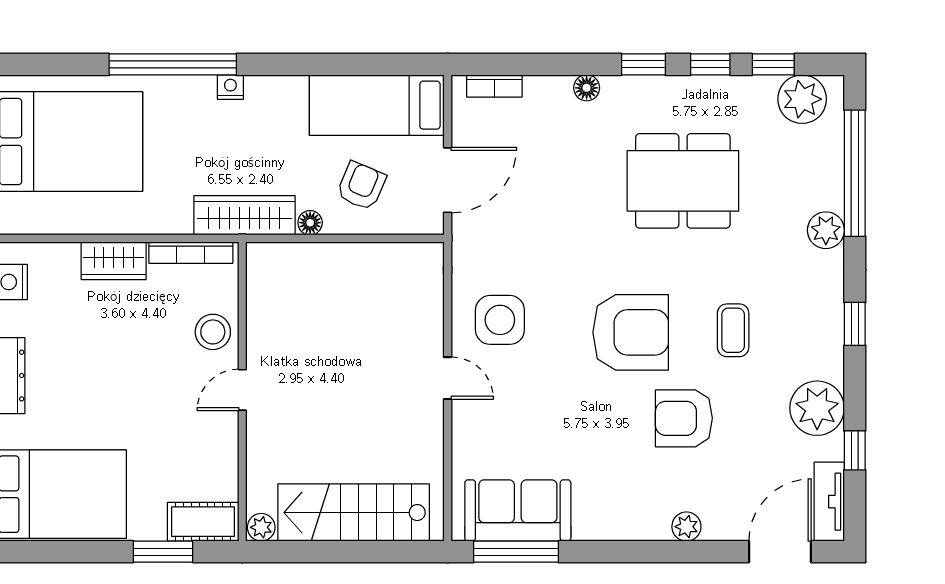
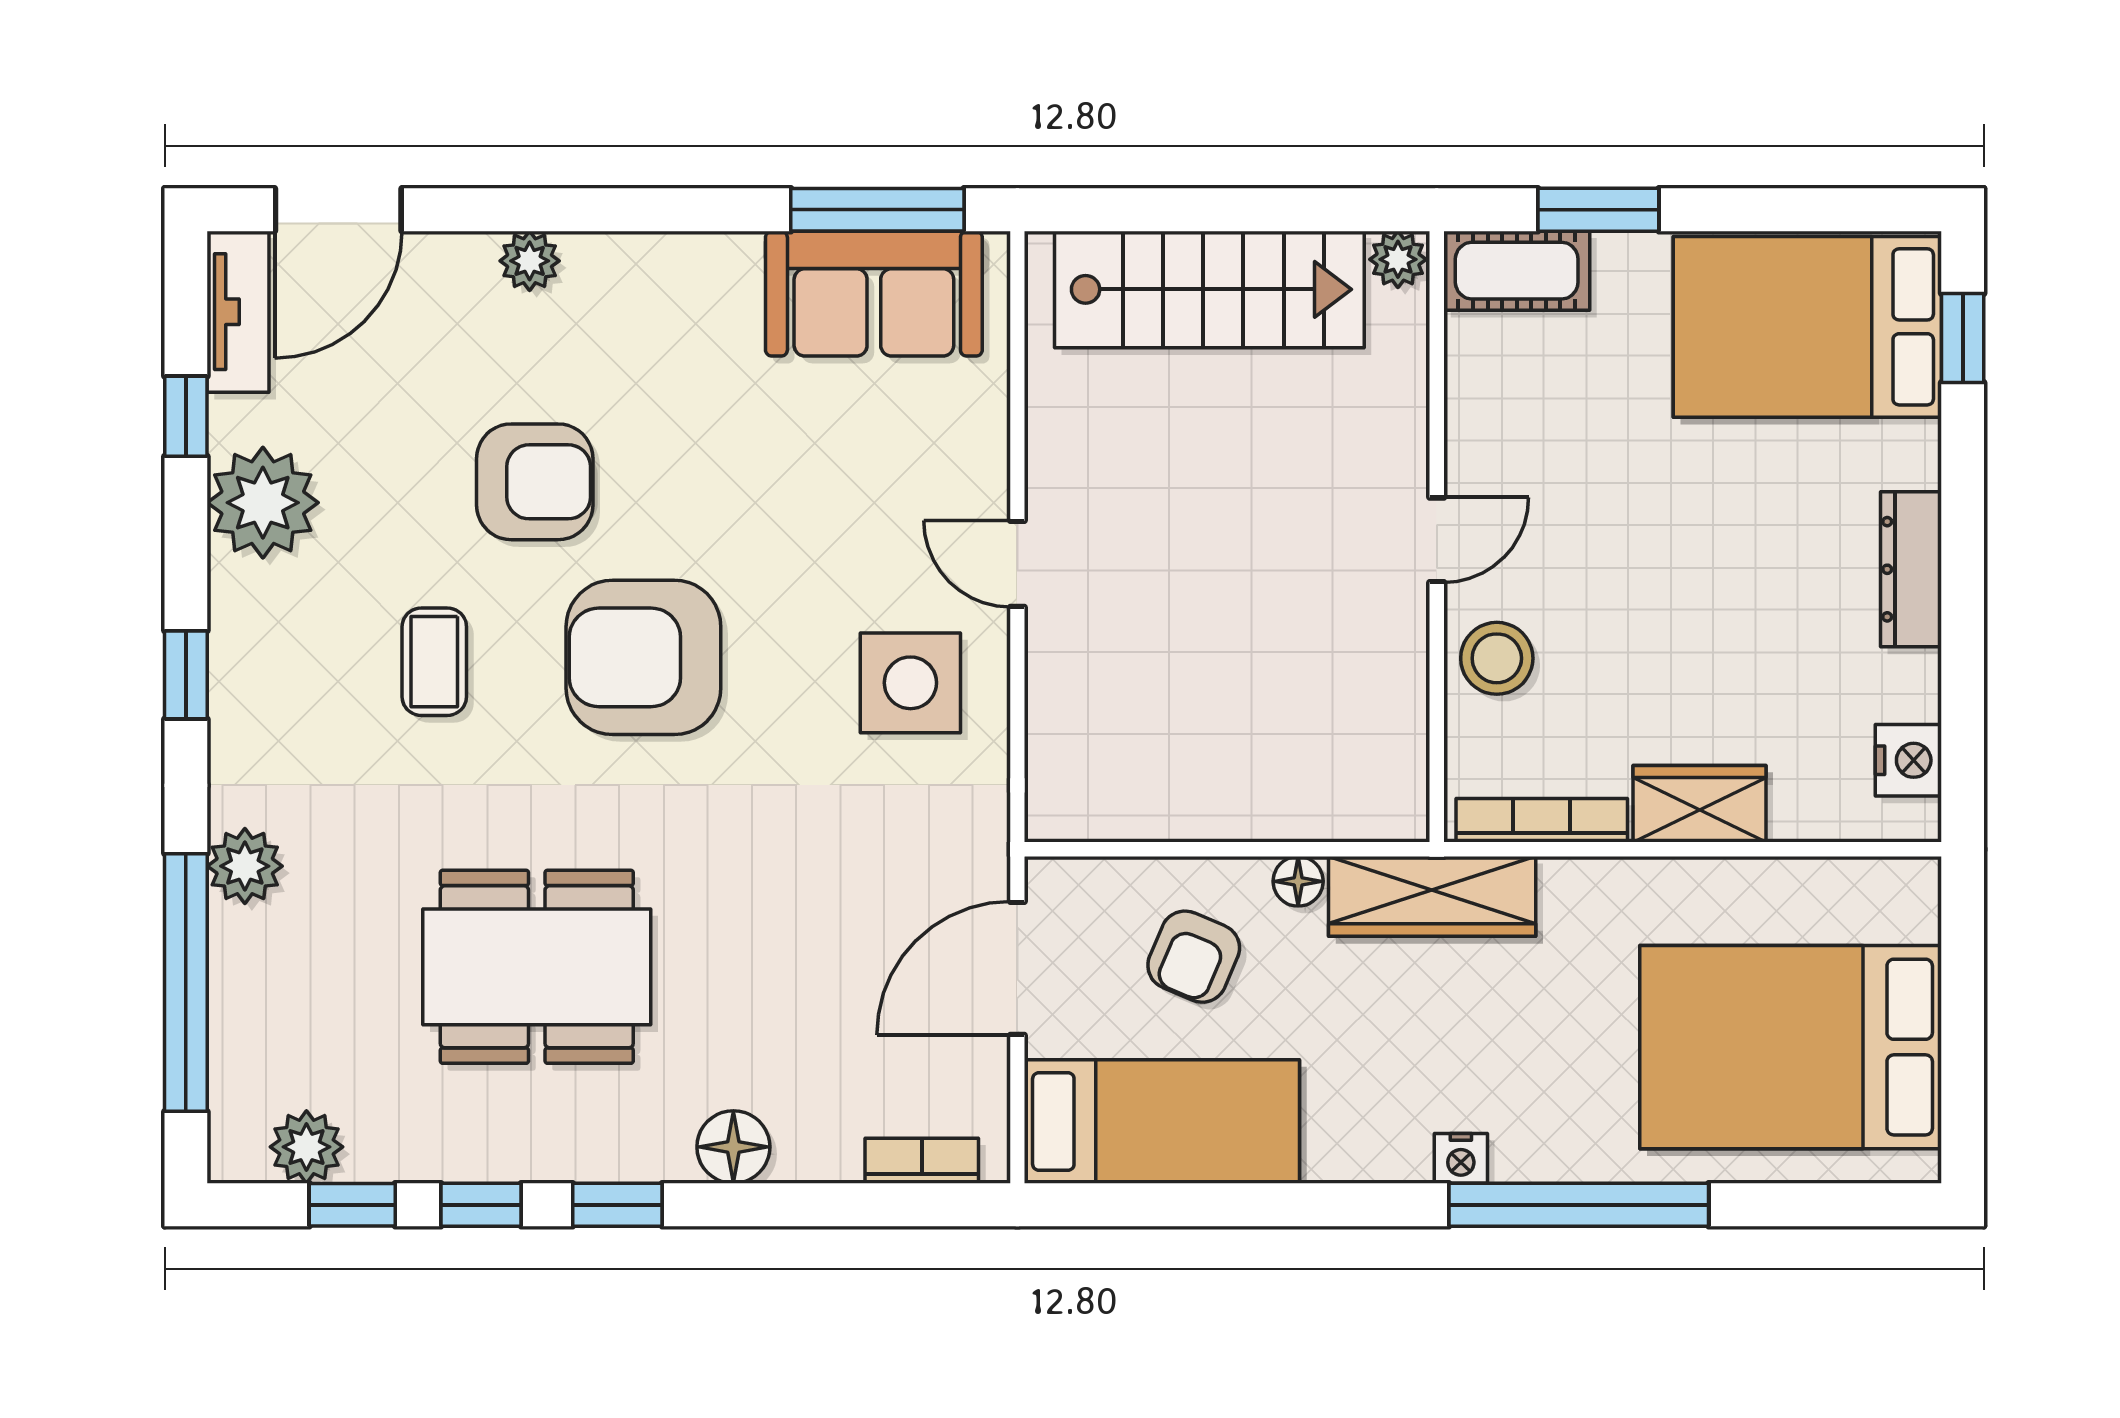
floor lamp: (587, 88) -> (733, 1147), width x1.37, depth x1.37
plant: (802, 99) -> (306, 1147), width x0.73, depth x0.73

